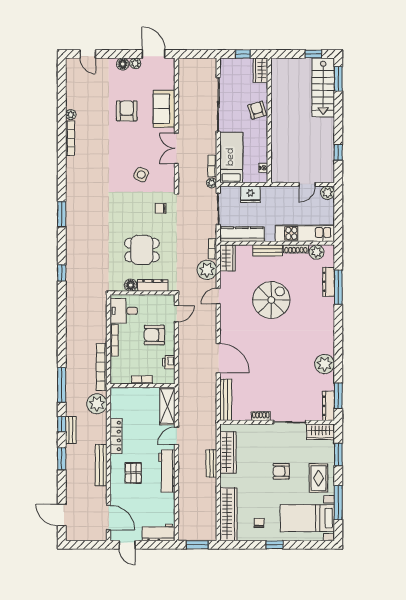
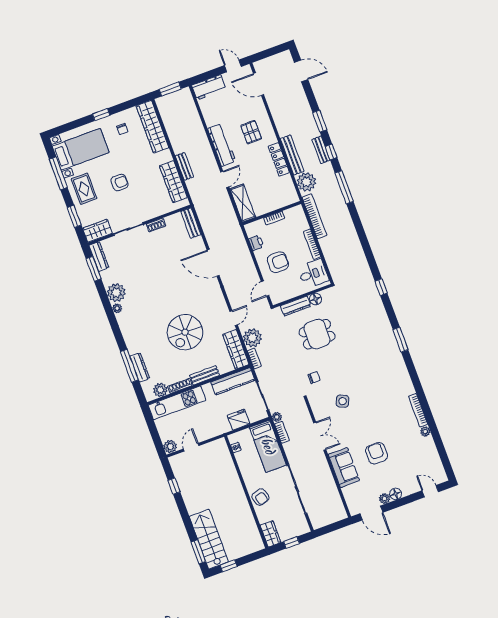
armchair: (127, 111) -> (377, 453), turned 180
wardrobe: (227, 258) -> (236, 349), width x1.50
plant: (329, 348) -> (117, 308), added
bench: (226, 400) -> (191, 223), width x0.73
bench: (101, 465) -> (292, 155), moved

